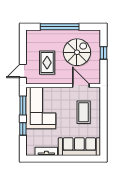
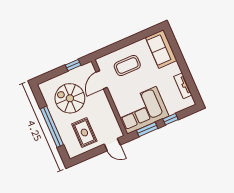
window: (104, 53) -> (73, 65), moved
rug: (47, 63) -> (84, 133), moved, turned 90
sofa: (79, 147) -> (161, 49), width x0.73

